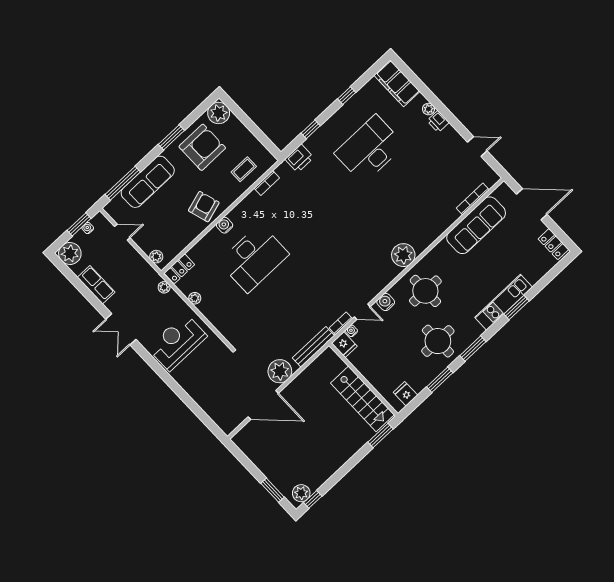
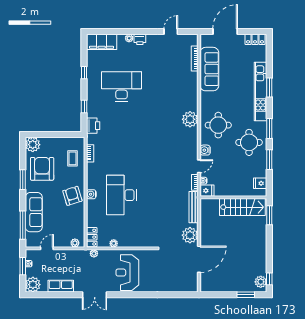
desk: (370, 149) -> (121, 86), turned 90
desk: (254, 258) -> (121, 195), turned 180
kitchen unit: (504, 302) -> (261, 92), width x1.36

